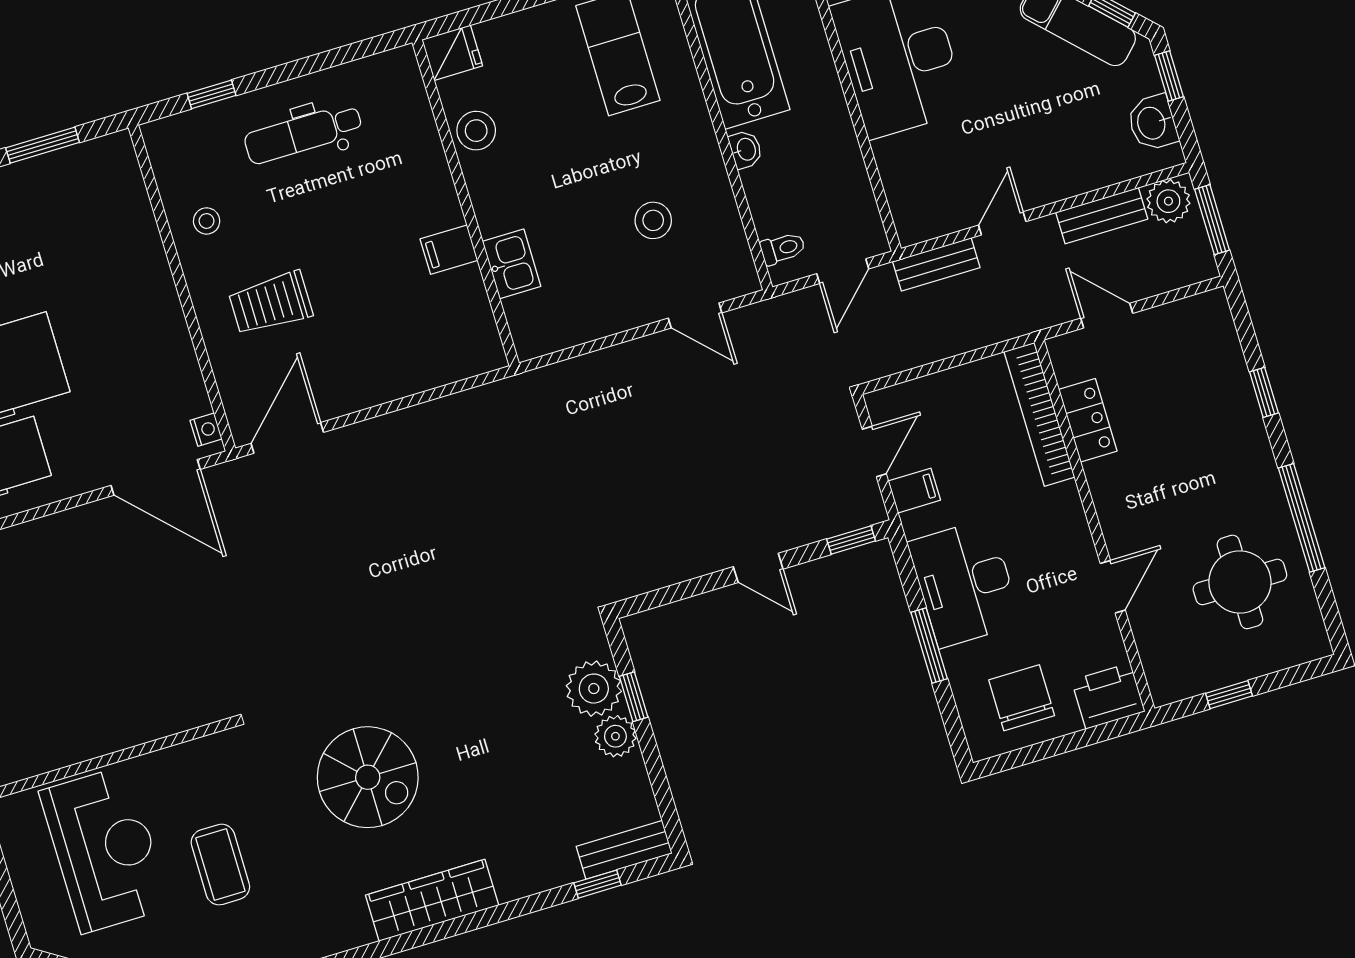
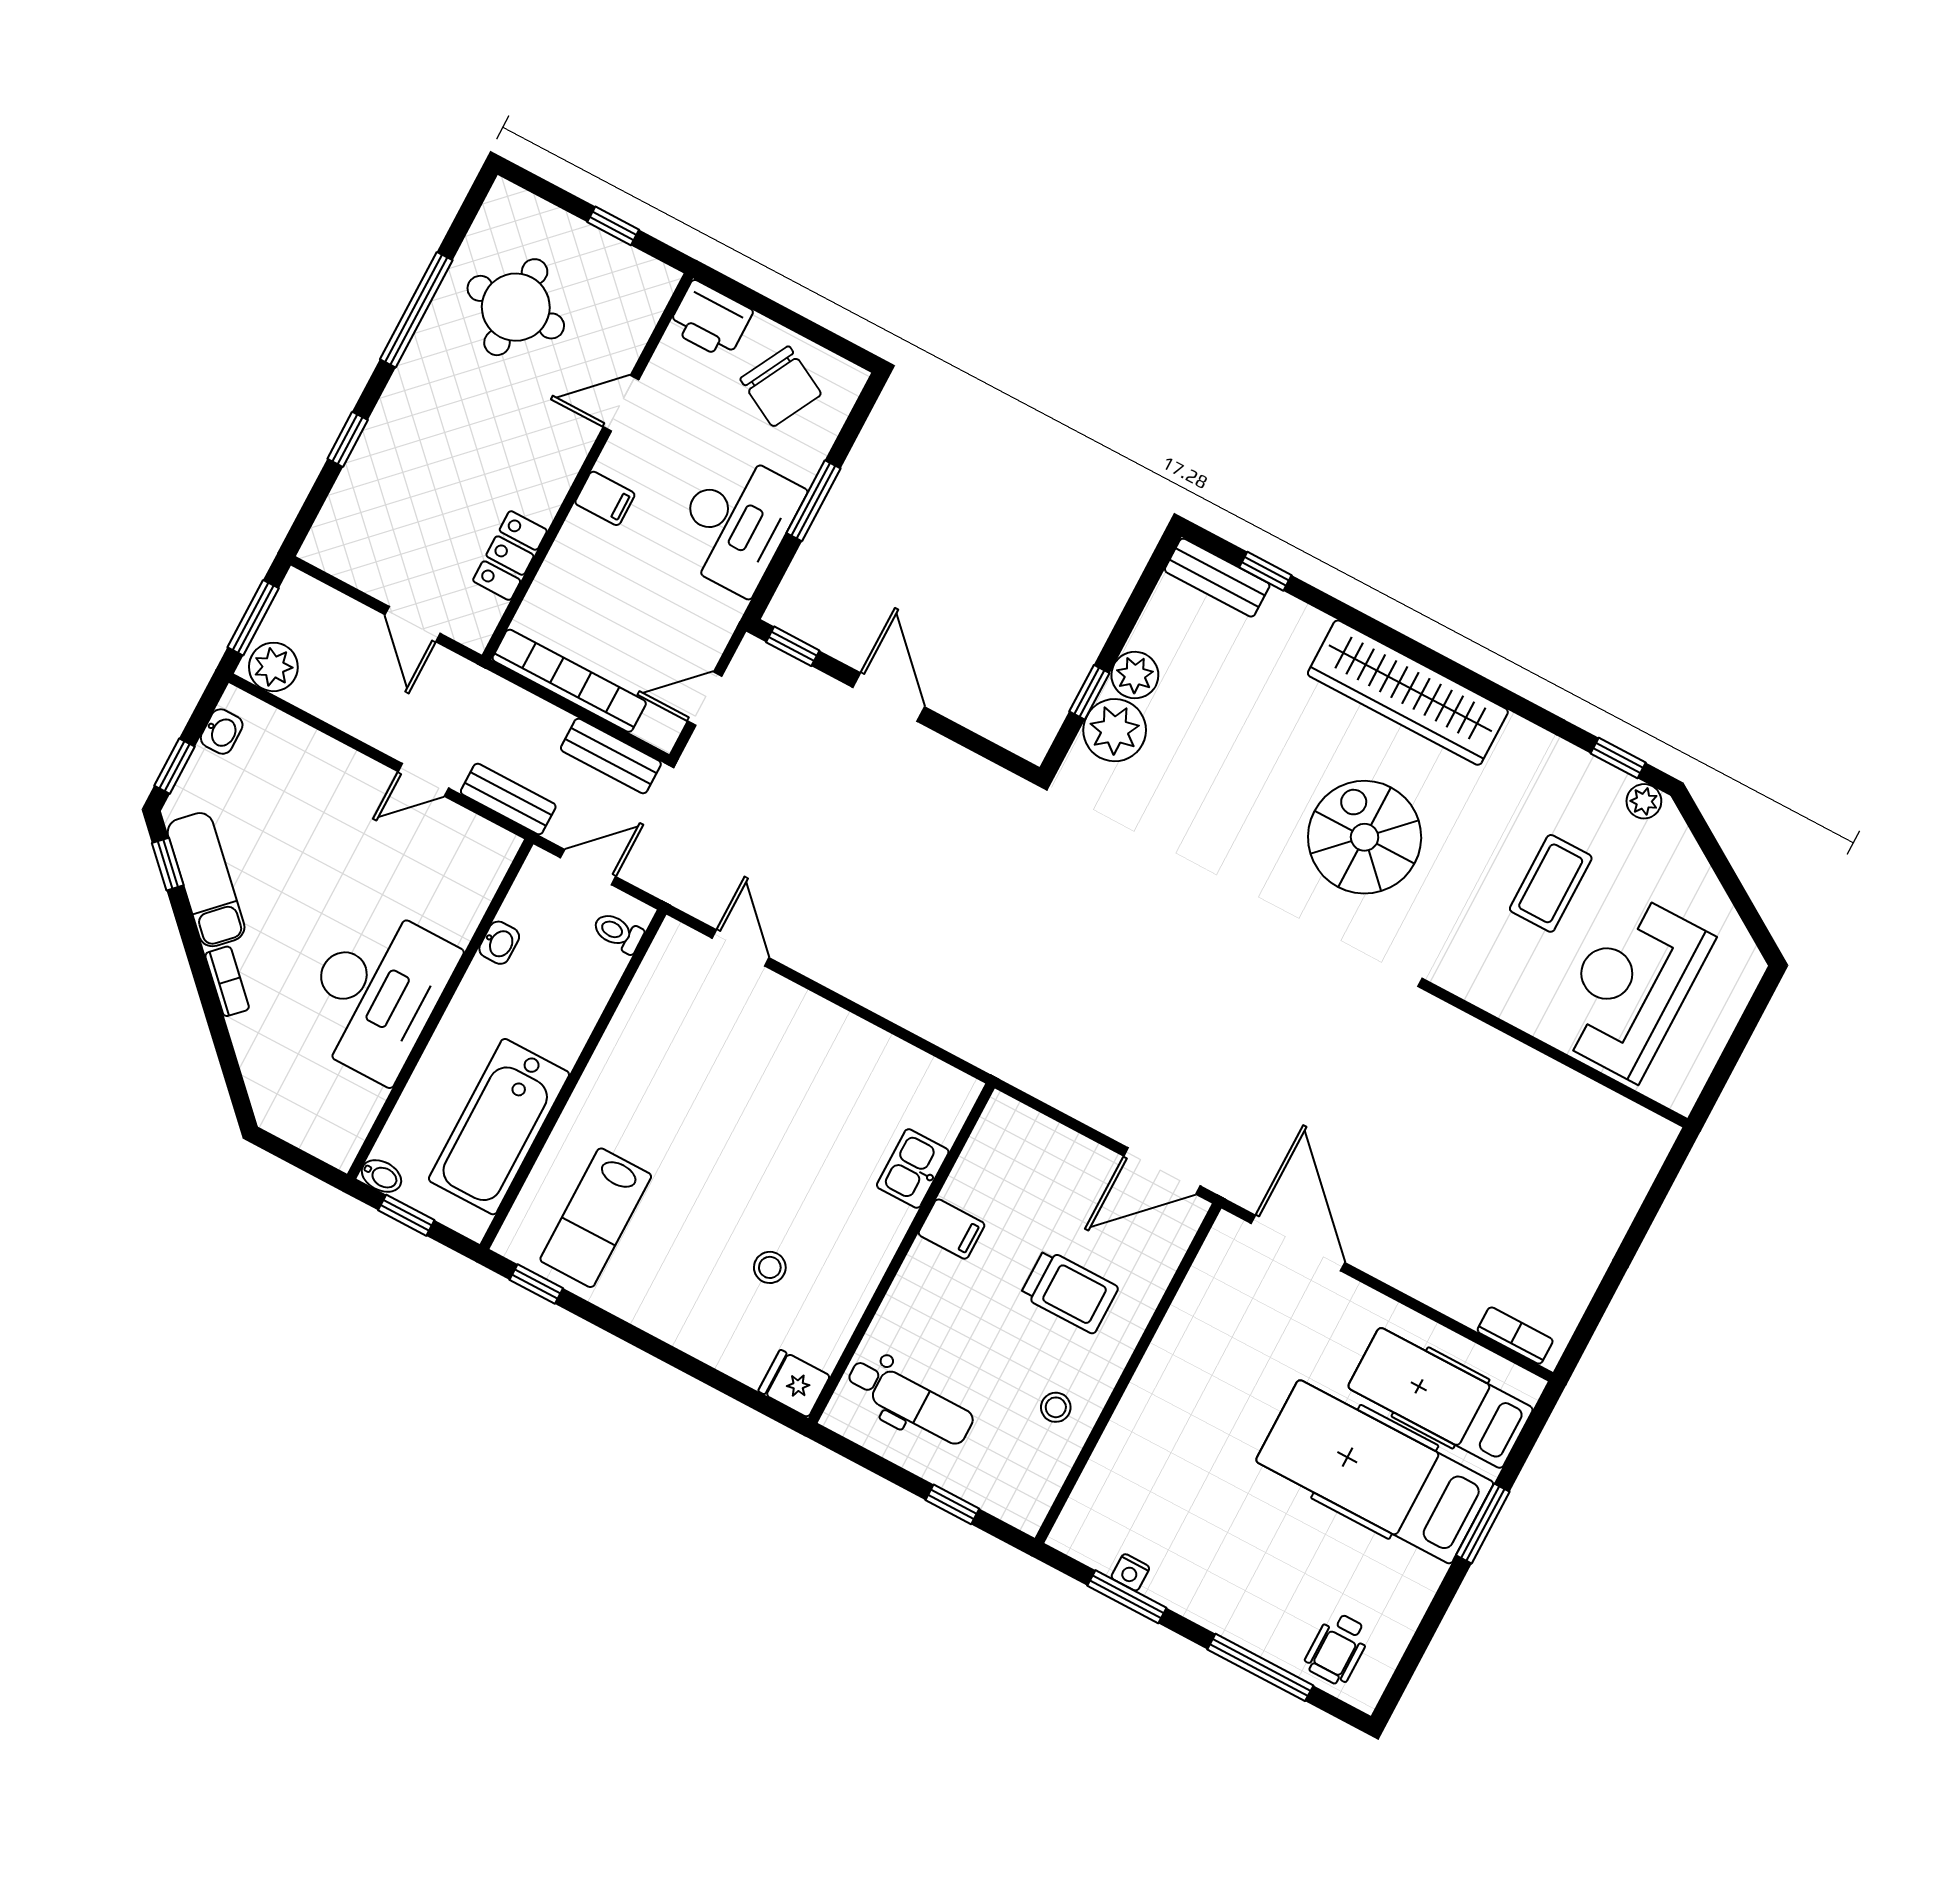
fridge: (452, 53) -> (794, 1383), moved
washbasin: (1152, 123) -> (222, 732), width x0.72, depth x0.69
stool: (476, 131) -> (770, 1267), width x0.73, depth x0.73
washbasin: (746, 149) -> (499, 943), moved, turned 180
wall: (466, 203) -> (901, 1253), moved
bench: (1102, 216) -> (611, 756), moved
stool: (653, 220) -> (699, 1057), removed
filing cabinet: (449, 250) -> (952, 1229), moved
kitchen sink: (512, 264) -> (913, 1169), moved
bookcase: (1039, 414) -> (569, 681), moved, turned -90
nightstand: (206, 430) -> (1130, 1572), moved, turned -90
filing cabinet: (914, 491) -> (605, 498), moved, turned 180
door: (758, 568) -> (889, 697), width x1.38
chair: (1022, 698) -> (781, 386), turned -62
wardrobe: (432, 900) -> (1408, 693), width x1.40, depth x1.17

